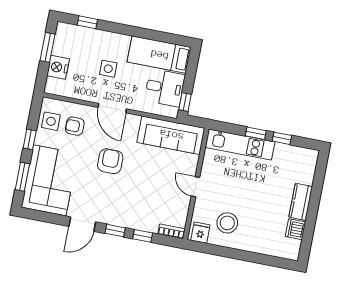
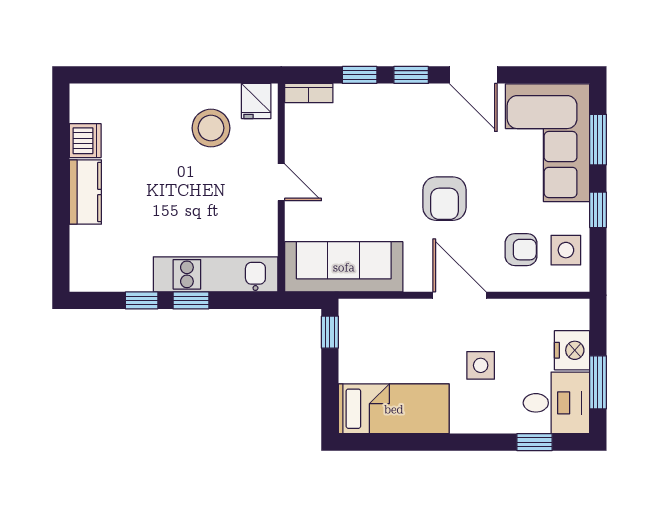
desk: (165, 88) -> (556, 403), moved, turned 180
door: (82, 224) -> (473, 75), swing flipped

